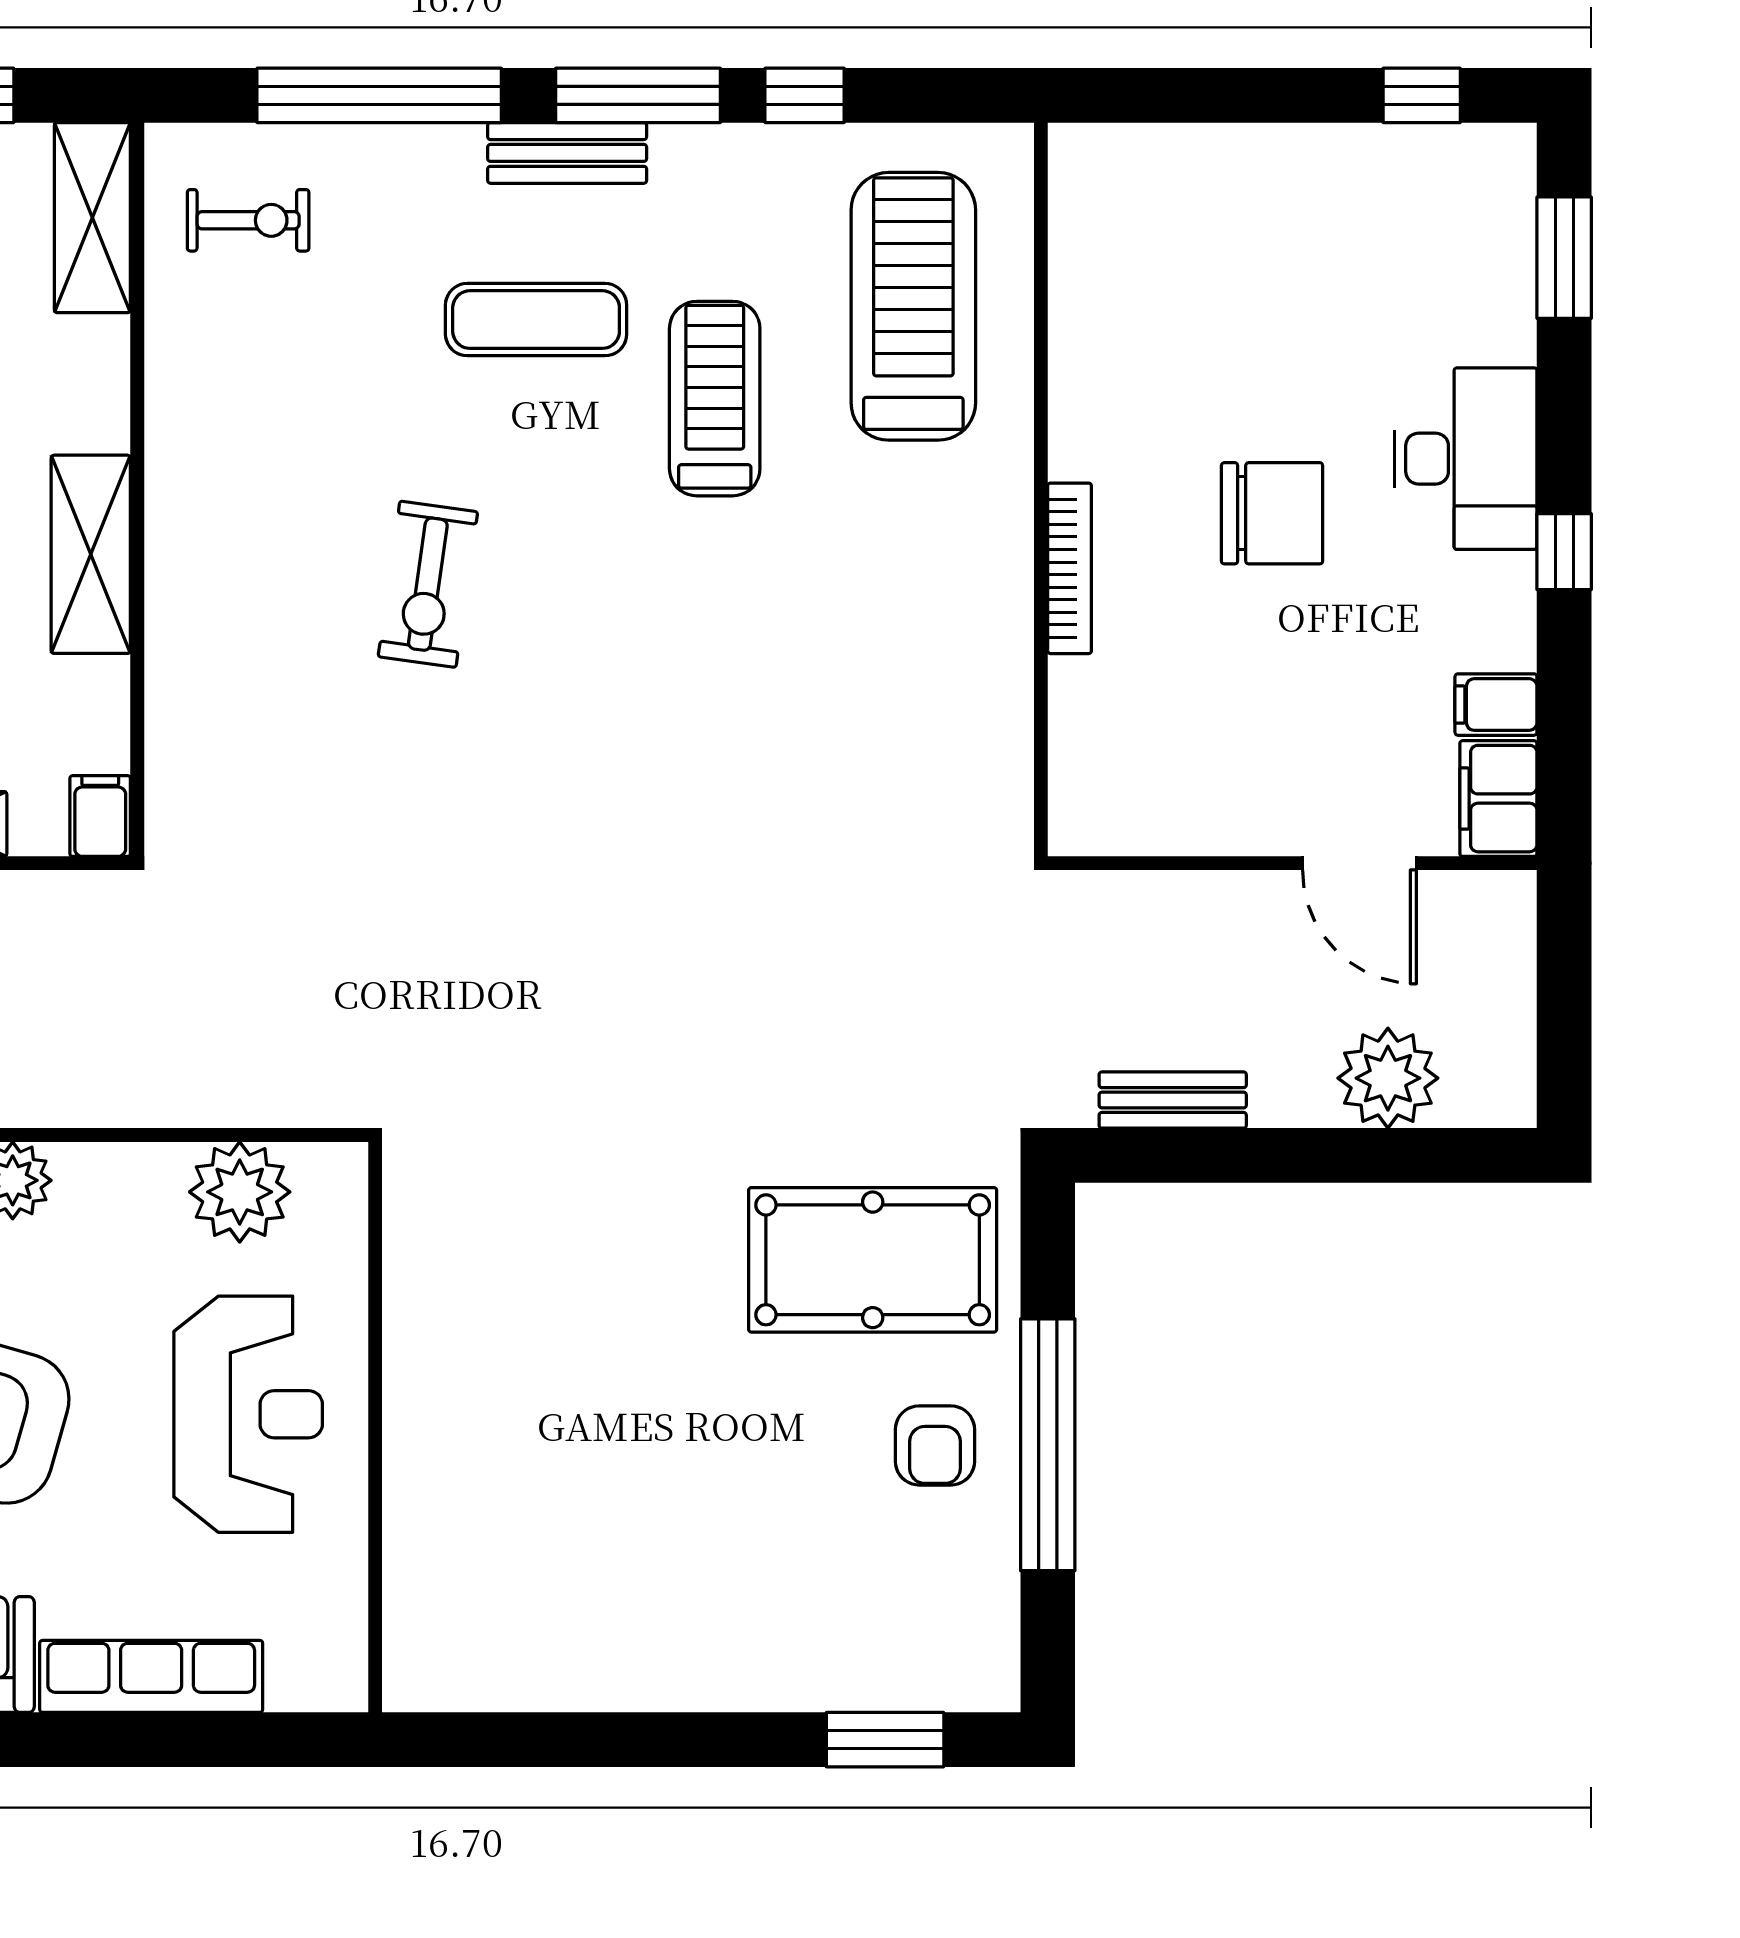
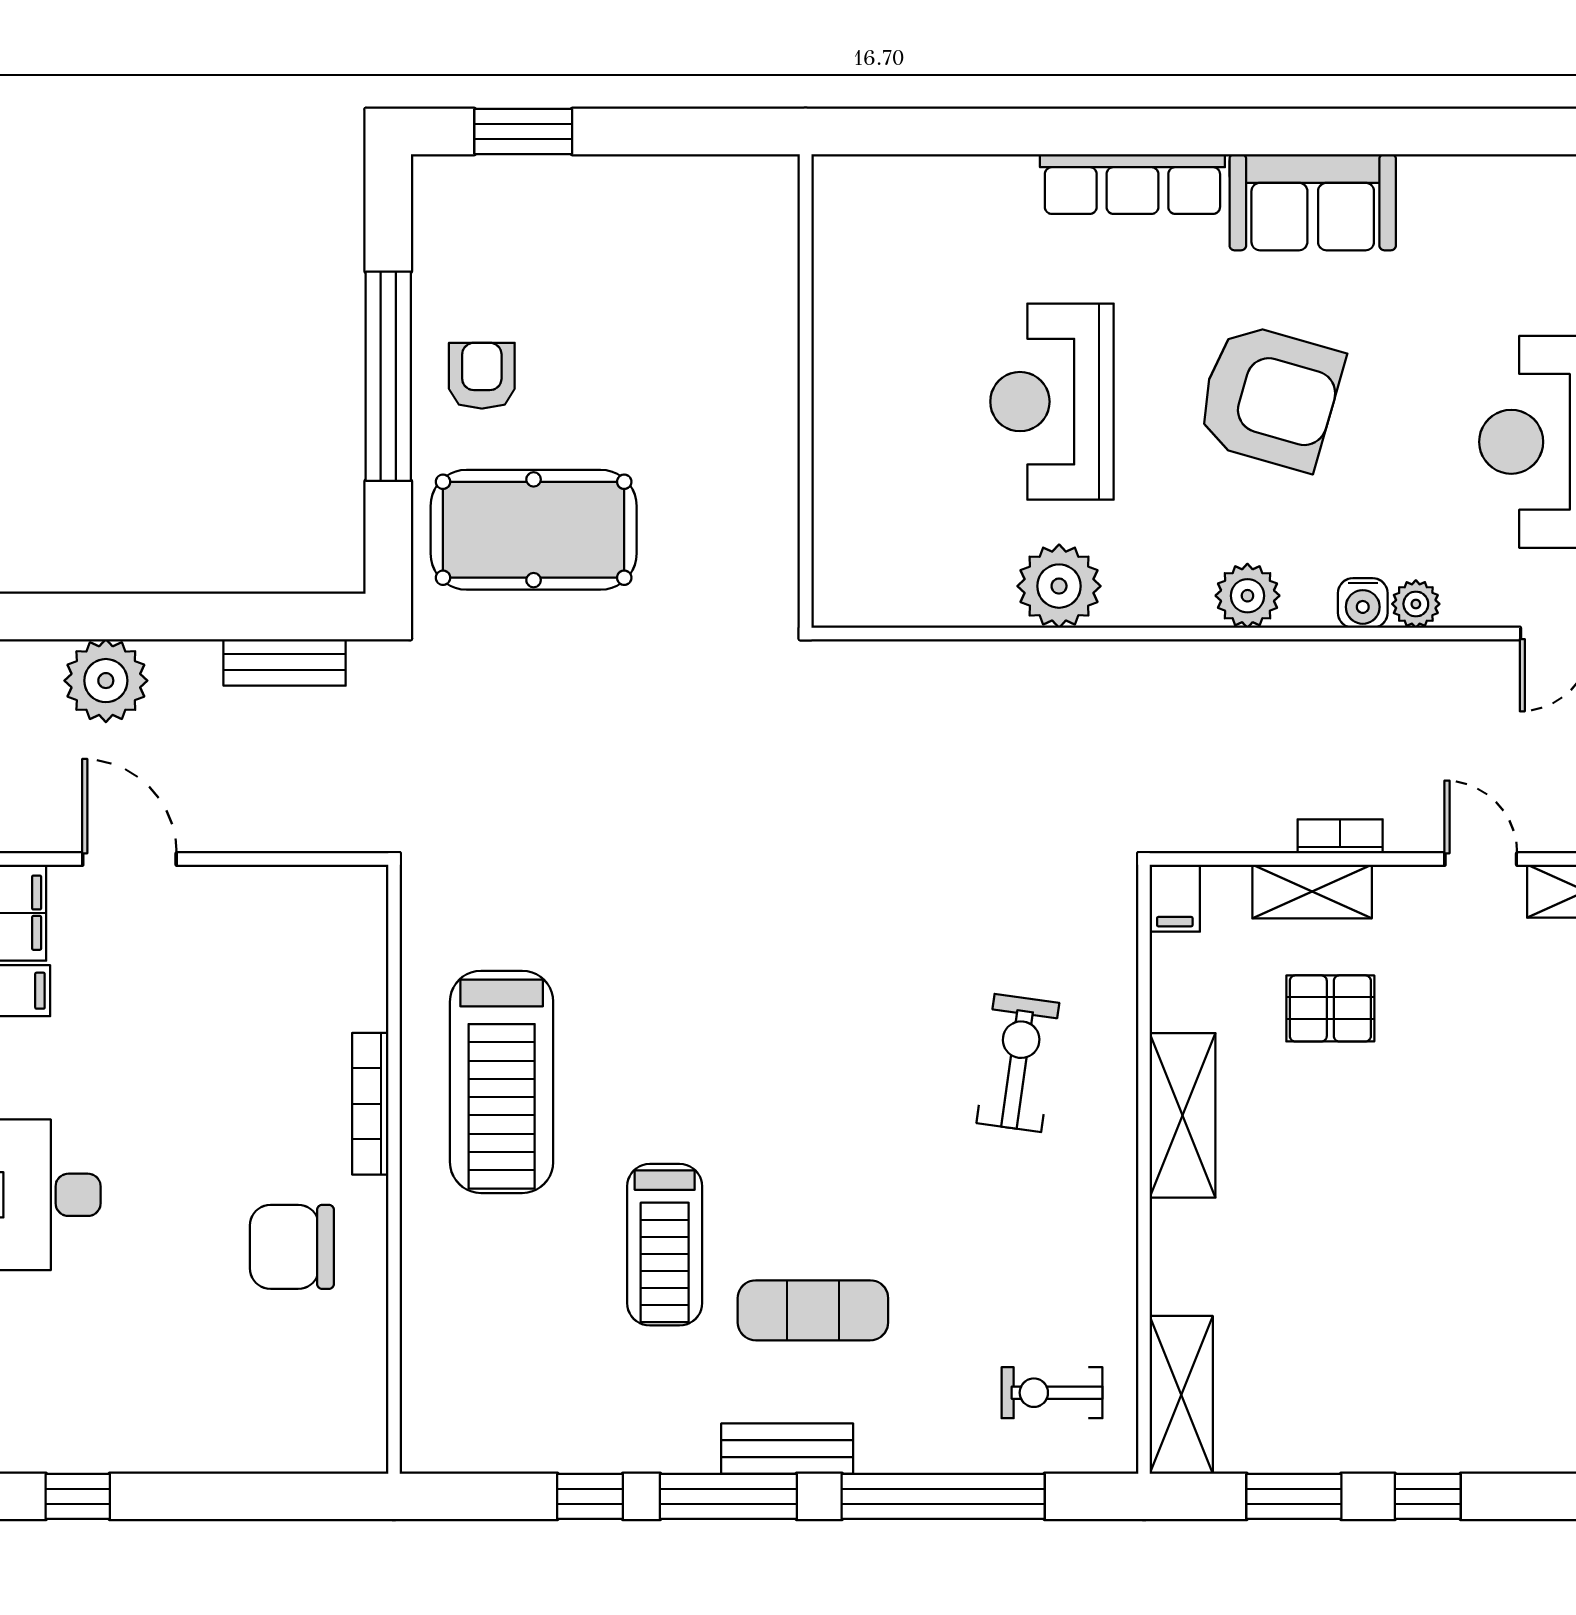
treadmill: (913, 306) -> (502, 1082), moved
chair: (1272, 513) -> (292, 1247), moved
exercise bike: (428, 584) -> (1018, 1063), moved
wall: (375, 1427) -> (806, 391), moved

